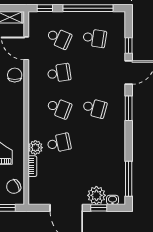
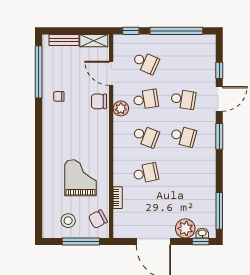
school desk: (95, 38) -> (183, 99), moved
chair: (15, 75) -> (99, 101), turned -90
plant: (35, 148) -> (121, 108), moved
window: (99, 208) -> (201, 242), moved

